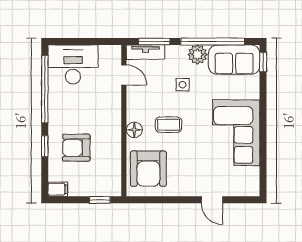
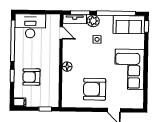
plant: (197, 55) -> (93, 21), moved
coffee table: (168, 125) -> (88, 64), removed
armchair: (148, 169) -> (95, 89), moved, turned 90

